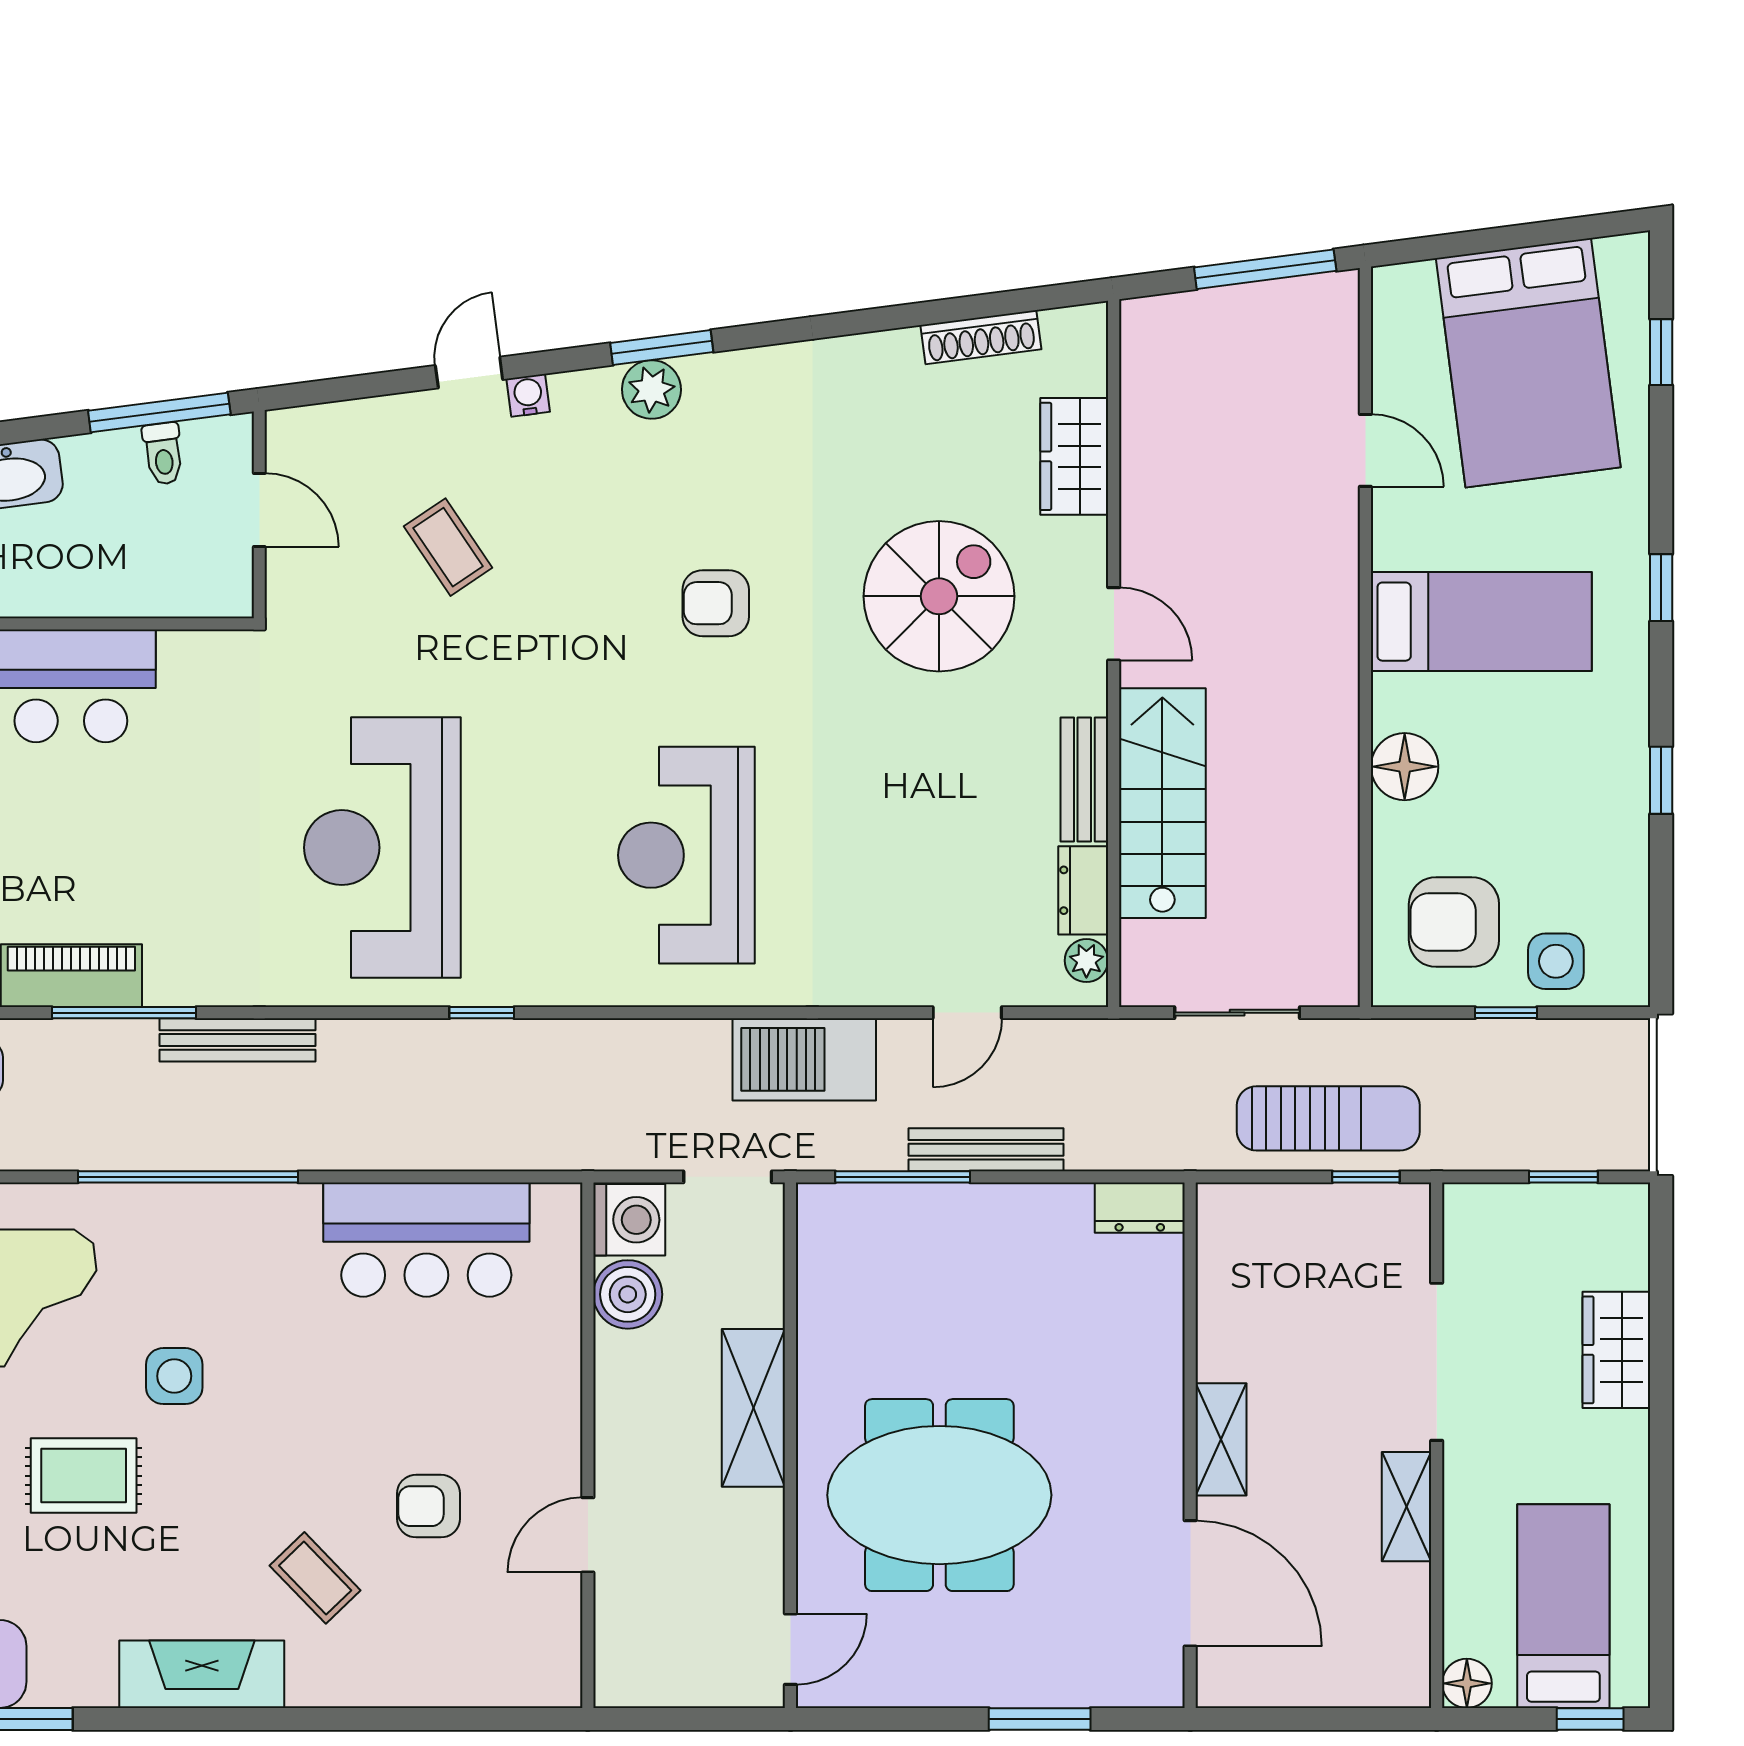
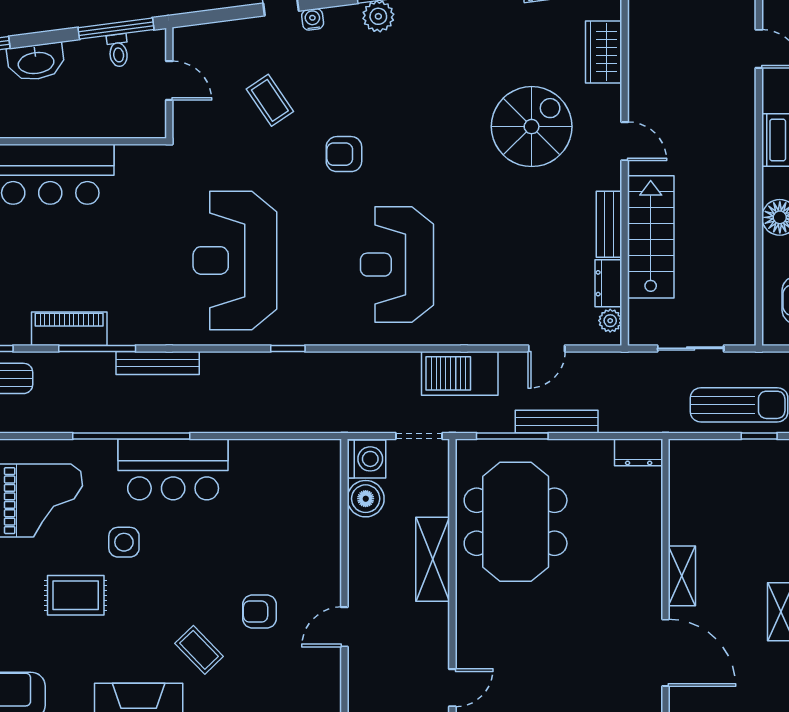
armchair: (716, 603) -> (344, 154), moved
bar counter: (426, 1240) -> (173, 469), moved
meeting table: (939, 1495) -> (516, 522), moved, turned 90

